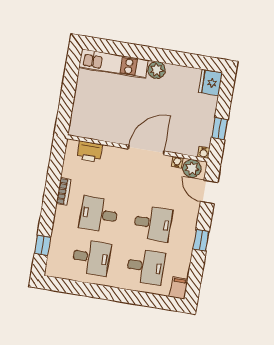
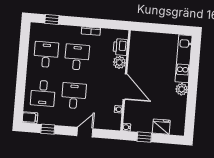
fridge: (210, 83) -> (161, 127), moved
plant: (192, 168) -> (119, 62), moved
door: (209, 192) -> (85, 132), moved
desk: (153, 223) -> (74, 96), turned 180
window: (201, 240) -> (48, 129), moved
desk: (91, 257) -> (46, 55), turned 180

